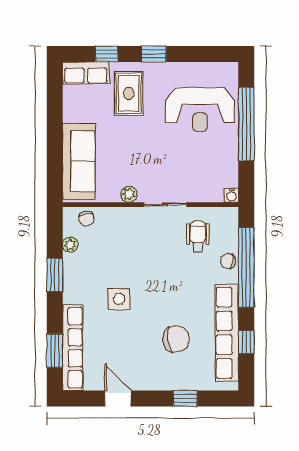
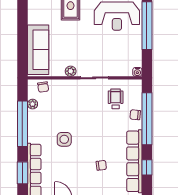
window: (55, 275) -> (22, 124), width x2.11
chair: (176, 339) -> (101, 165), width x0.54, depth x0.54

